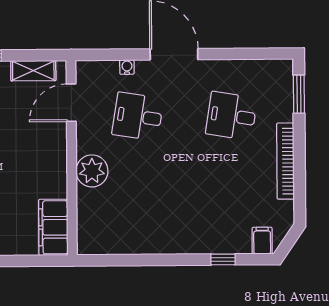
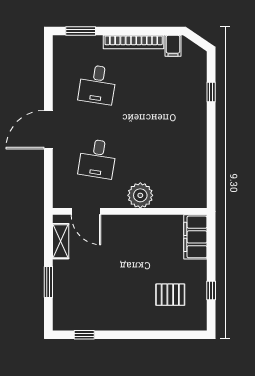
water cooler: (127, 67) -> (58, 167), removed
filing cabinet: (53, 227) -> (195, 237), moved, turned 90
filing cabinet: (262, 241) -> (173, 46), moved, turned -90

